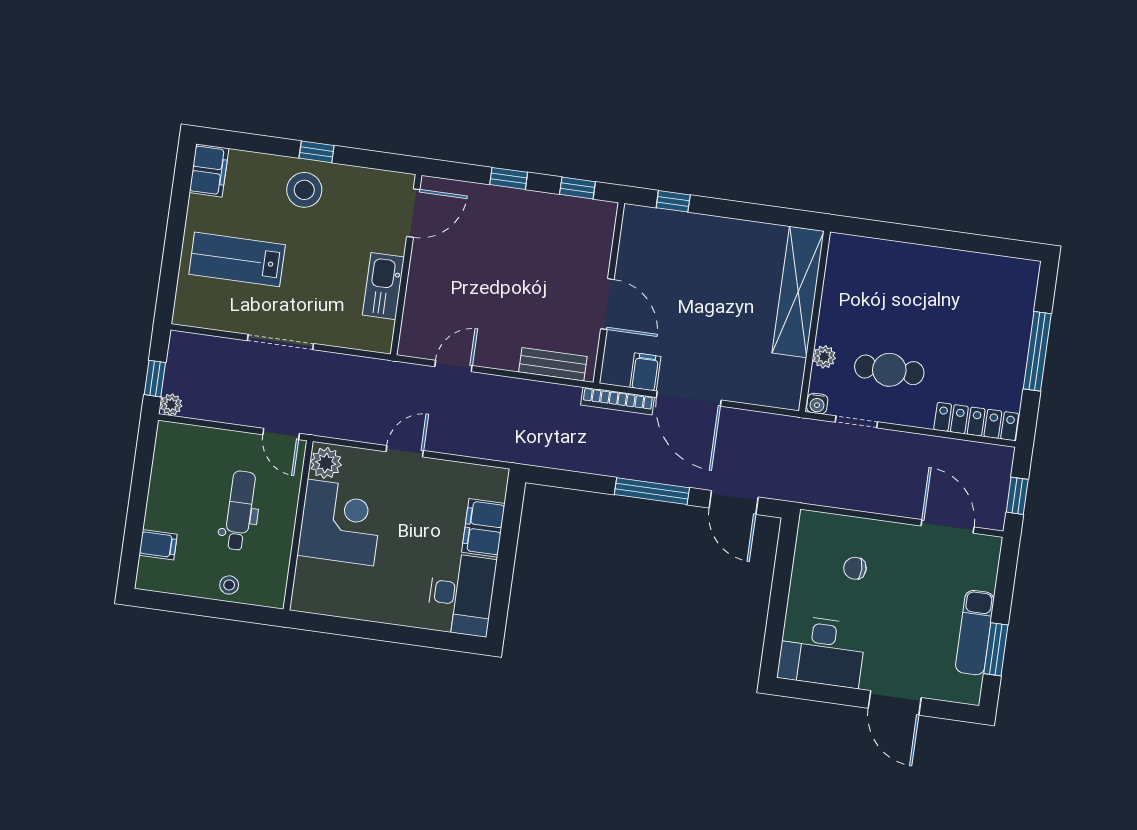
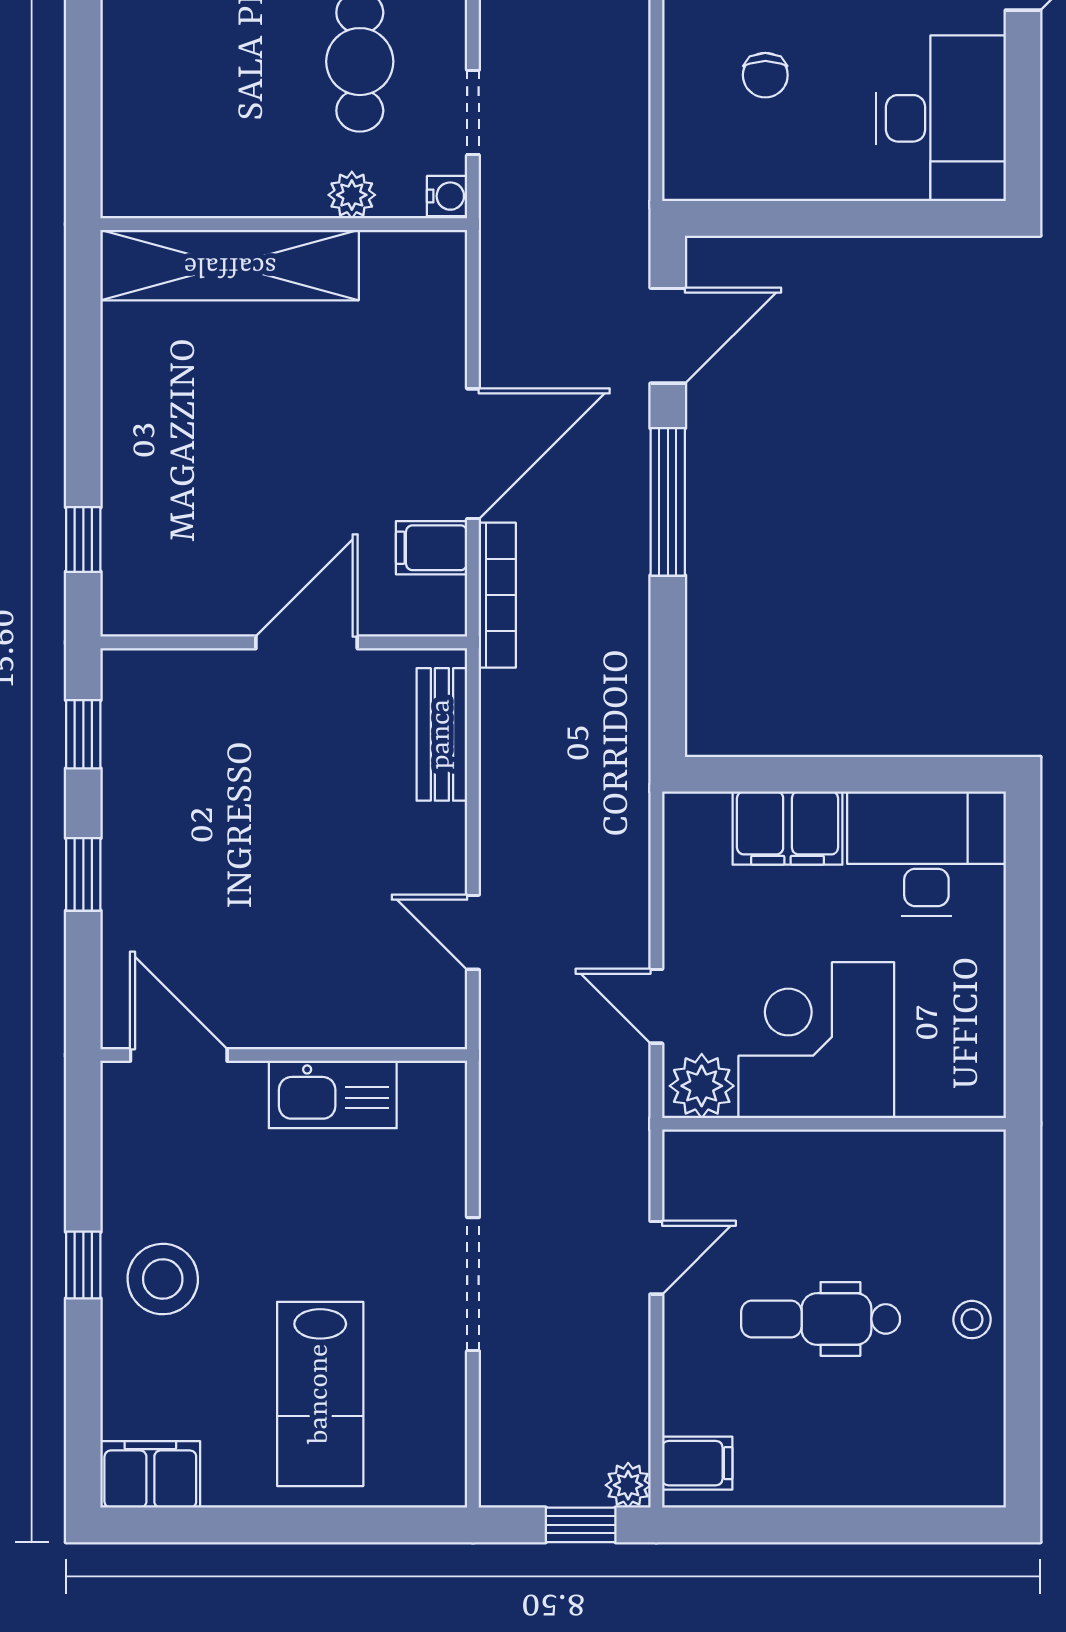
plant: (326, 463) -> (702, 1086), moved
corner desk: (341, 522) -> (816, 1040), moved
wall: (298, 525) -> (834, 1124), moved
filing cabinet: (158, 545) -> (697, 1463), moved, turned 90

